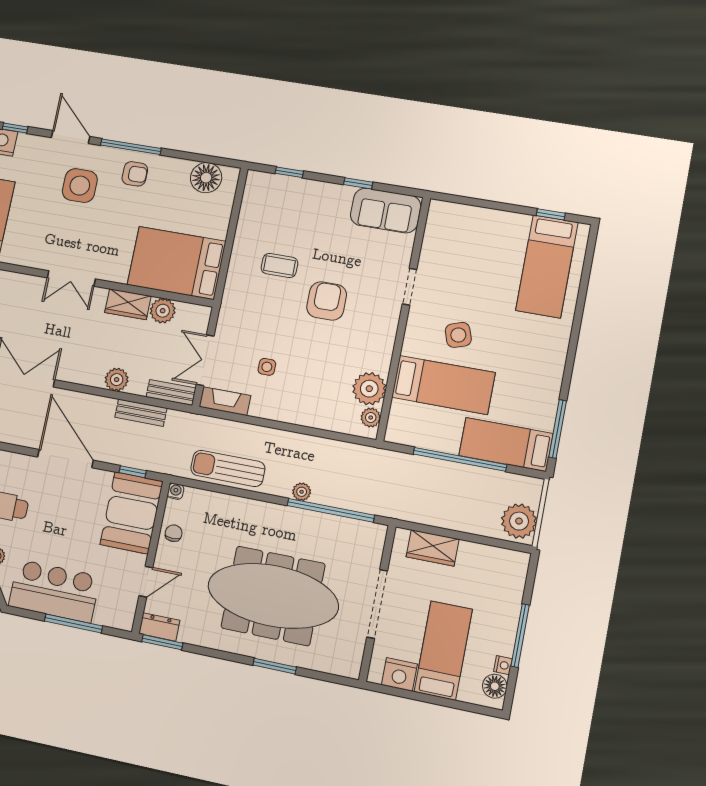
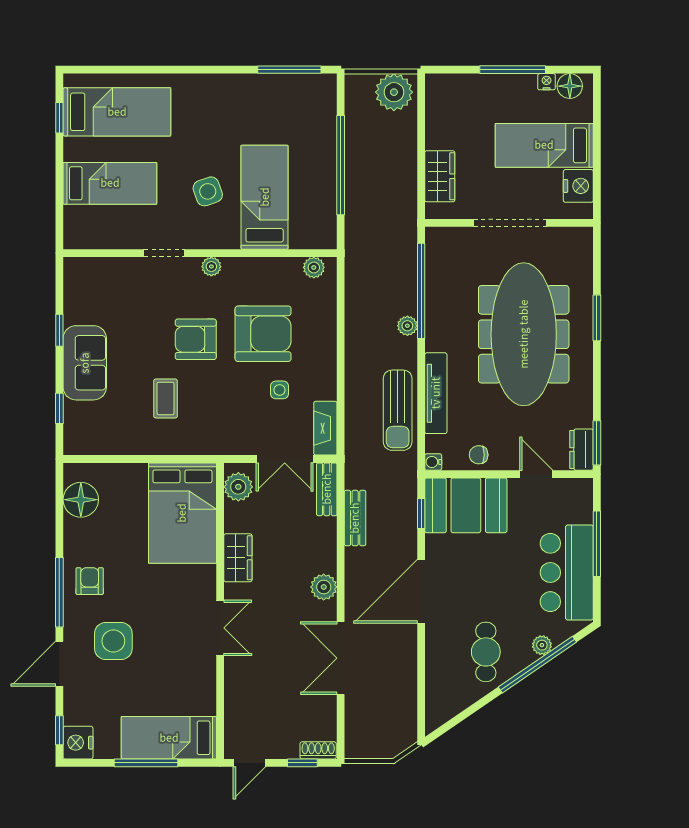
sofa: (386, 210) -> (85, 363), moved
plant: (163, 311) -> (238, 487), moved
armchair: (320, 361) -> (263, 334), added
plant: (117, 380) -> (324, 587), moved
plant: (369, 389) -> (211, 267), moved, width x0.53, depth x0.53
bed: (506, 444) -> (110, 183), moved, turned -90
tv unit: (236, 506) -> (436, 393), added

